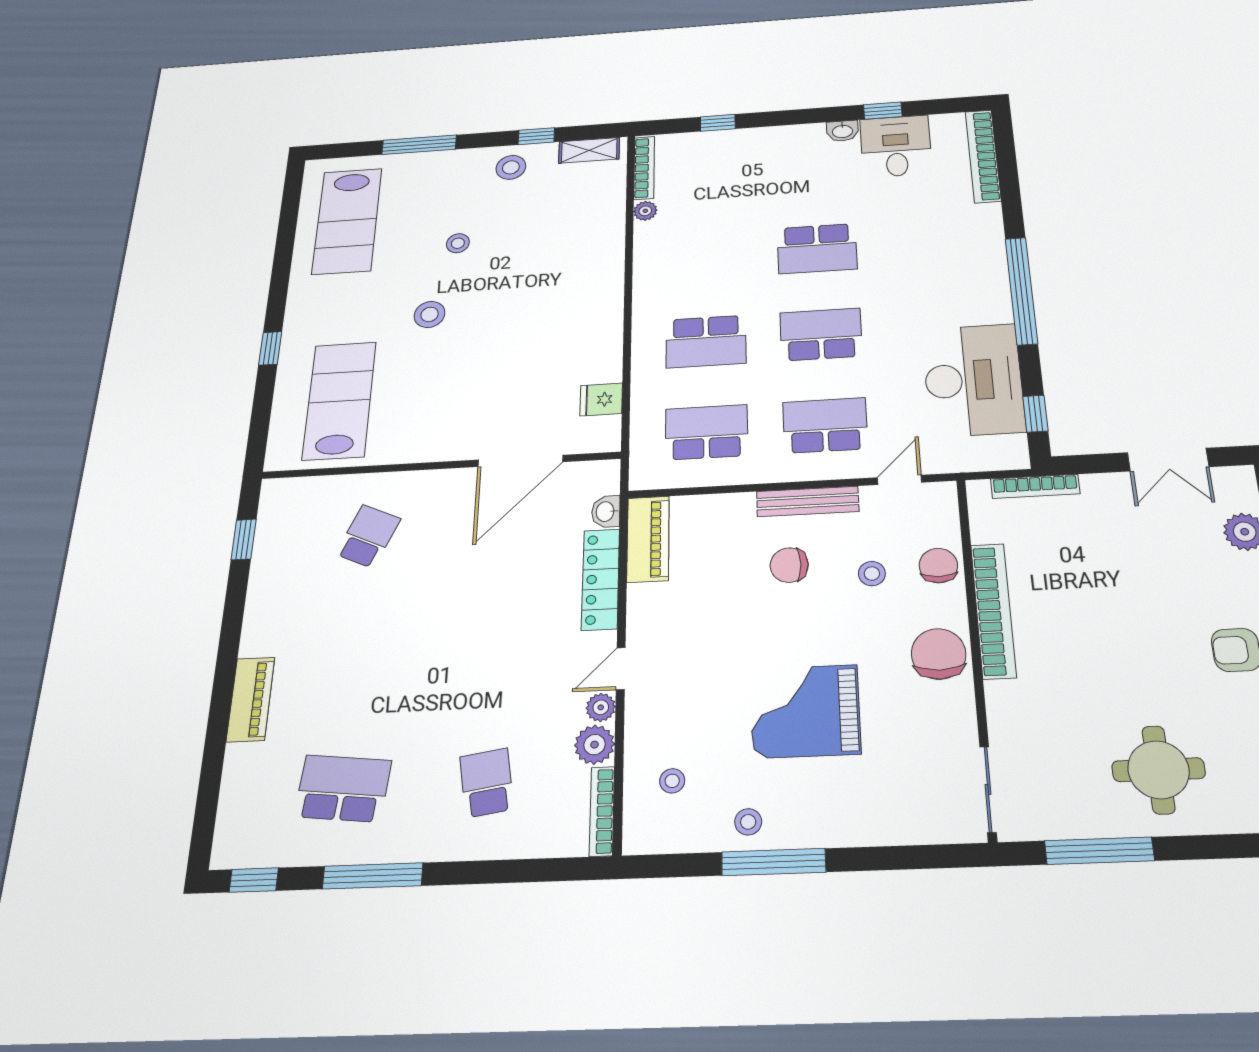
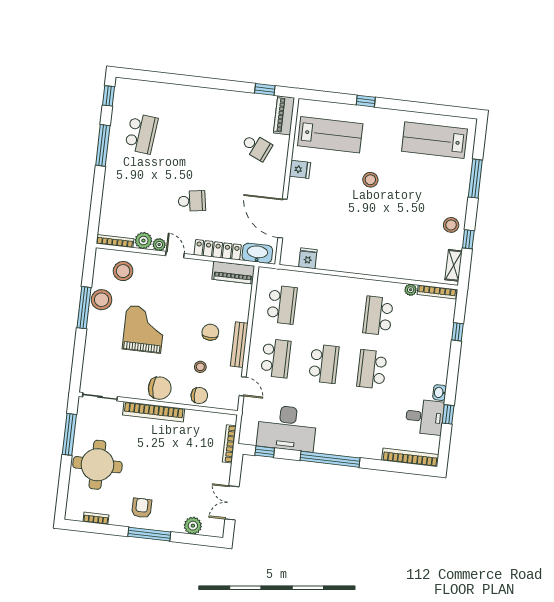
stool: (458, 243) -> (410, 196), removed
school desk: (706, 342) -> (378, 316), moved
fridge: (414, 445) -> (300, 169), added
washbasin: (606, 512) -> (257, 253), width x1.91, depth x1.45
bookcase: (993, 610) -> (154, 412), moved
piano: (251, 699) -> (284, 115), moved, turned 90
round table: (1158, 770) -> (97, 465), width x1.36, depth x1.36
stool: (672, 781) -> (123, 271), width x1.89, depth x1.89
school desk: (487, 783) -> (192, 201), moved
stool: (748, 822) -> (102, 300), width x1.89, depth x1.89

